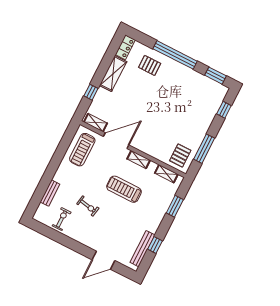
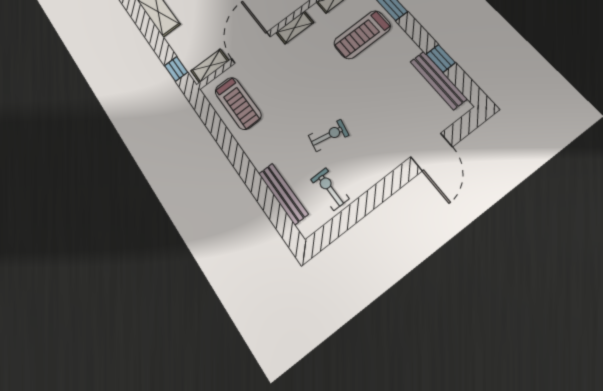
window: (91, 92) -> (176, 69), moved
treadmill: (124, 189) -> (362, 35), moved
bench: (50, 193) -> (283, 194), width x1.36

